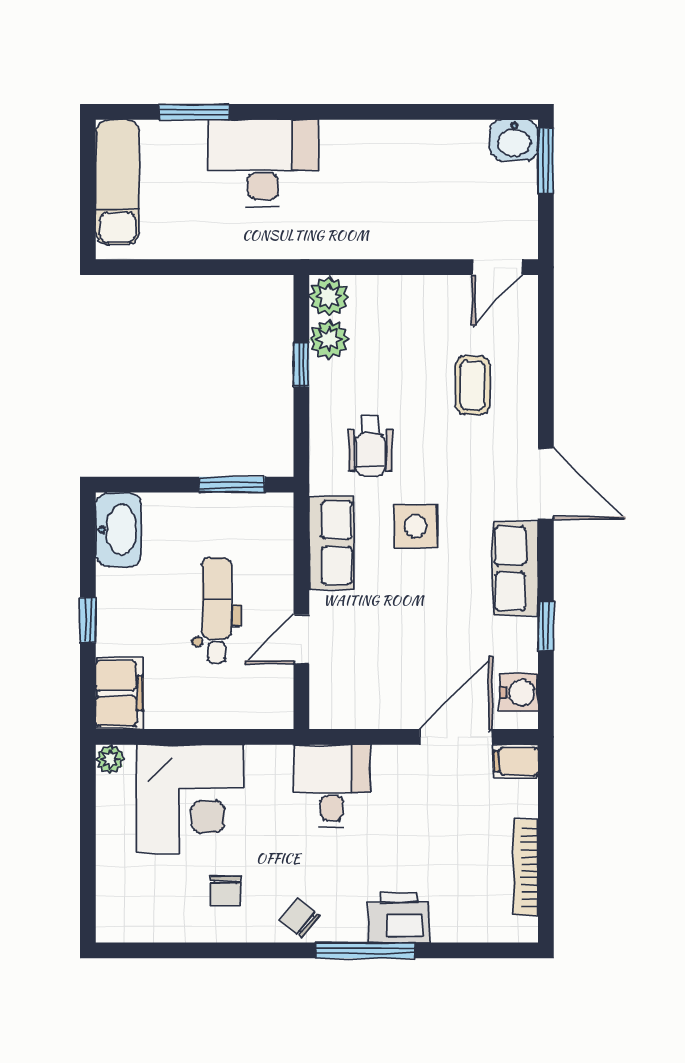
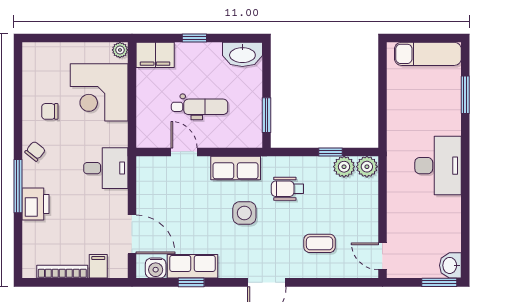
desk: (263, 163) -> (438, 166), moved
row of seats: (516, 569) -> (192, 266), moved
filing cabinet: (516, 761) -> (98, 266), moved

